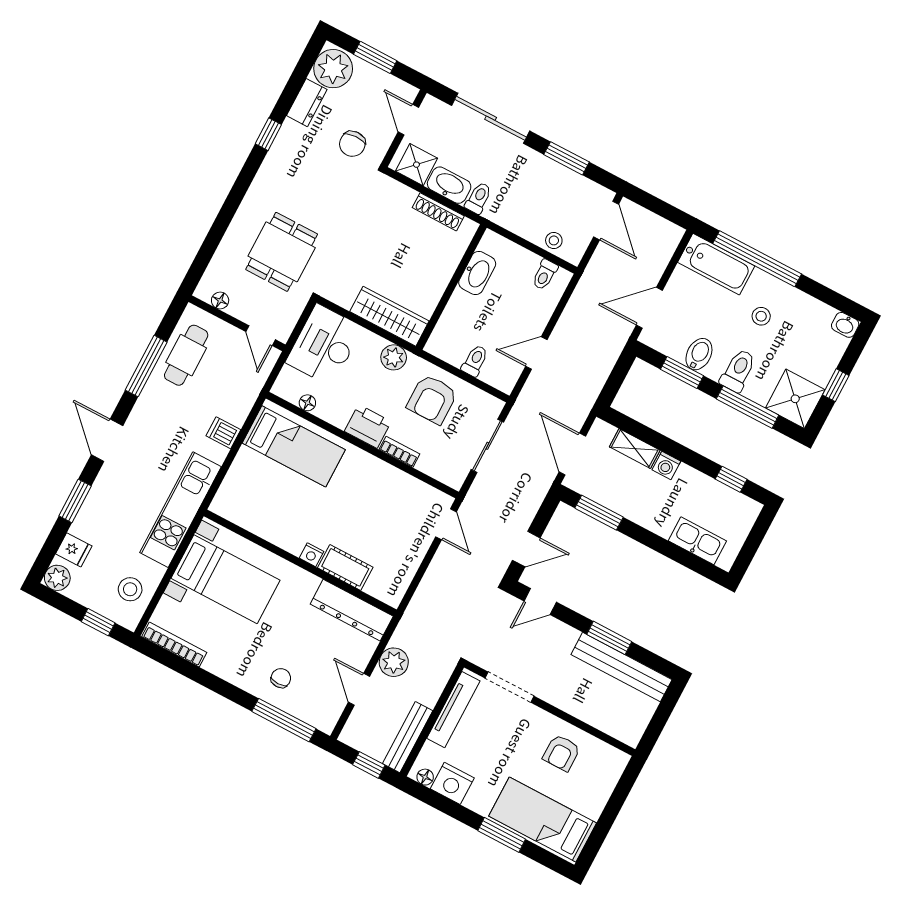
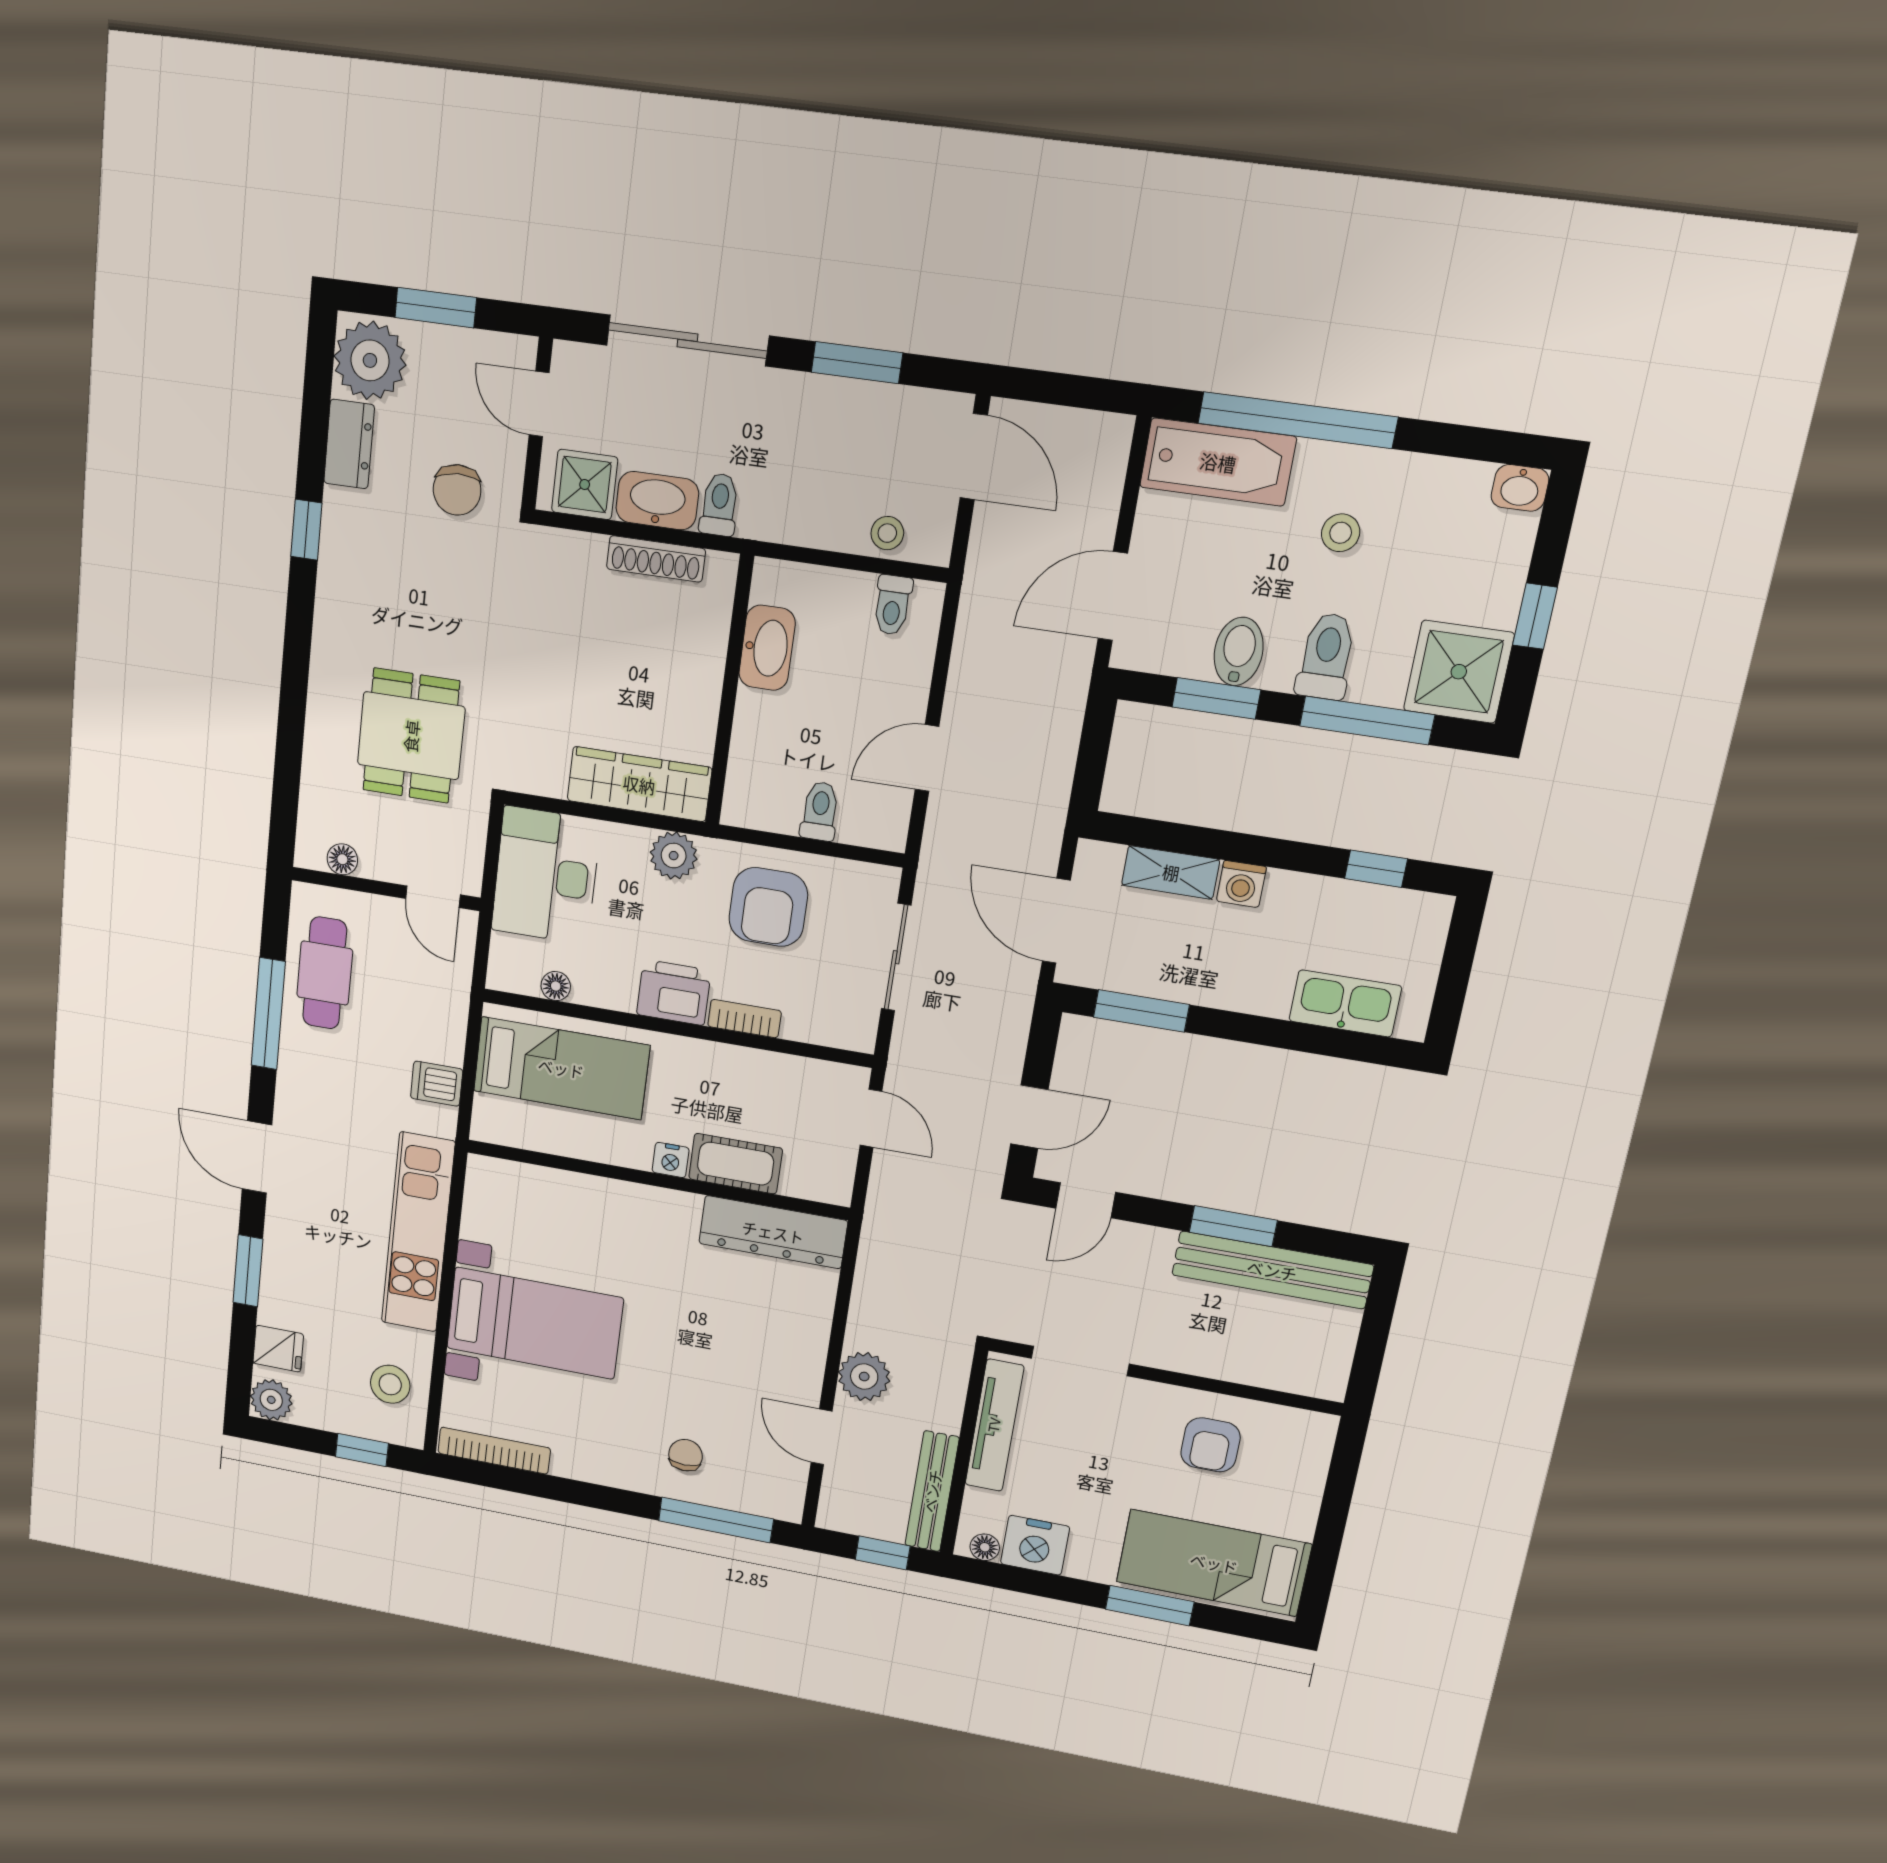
nightstand: (312, 555) -> (671, 1160), moved
wall: (300, 563) -> (657, 1180), moved
cot: (345, 567) -> (736, 1164), moved
dresser: (352, 610) -> (773, 1232), moved

